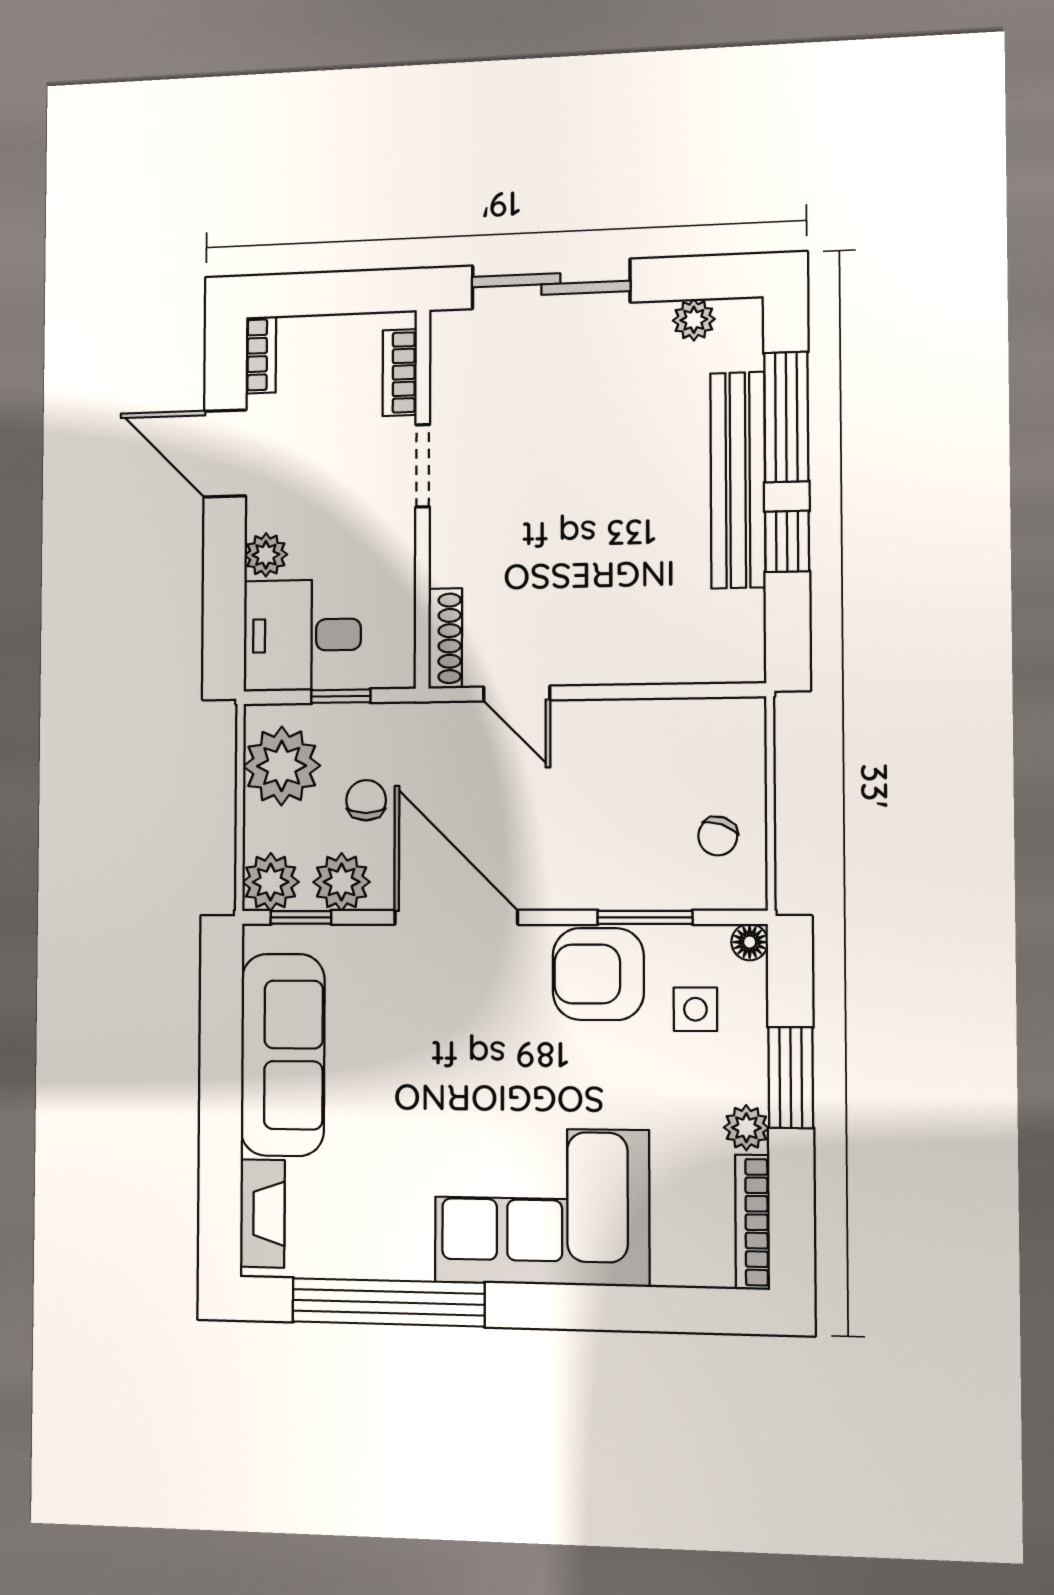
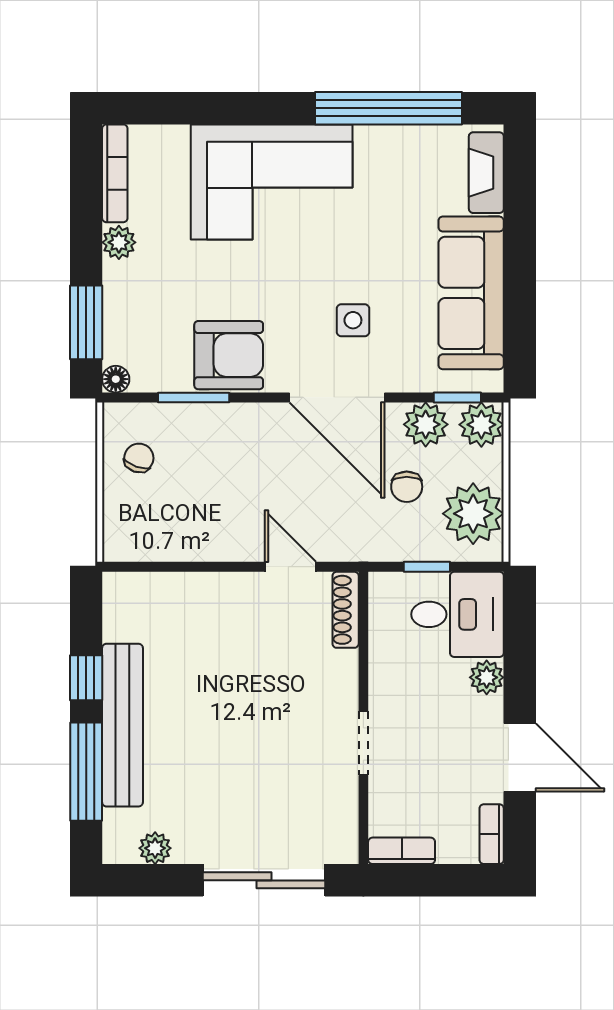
bookcase: (400, 373) -> (402, 851), moved, turned -90
side table: (695, 1009) -> (353, 320), moved
window: (791, 1078) -> (86, 322), moved

